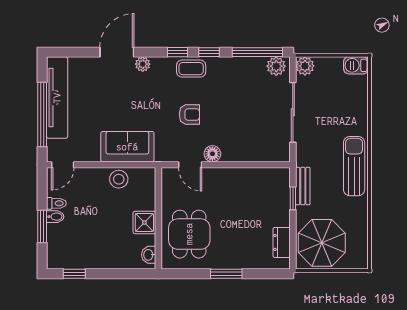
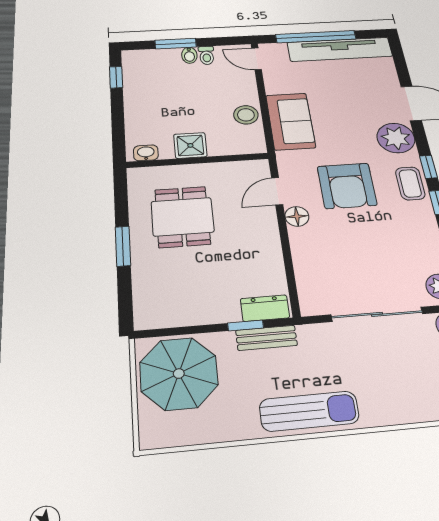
plant: (143, 64) -> (396, 138), width x1.88, depth x1.88
armchair: (189, 114) -> (347, 186), width x1.88, depth x1.88
dining table: (189, 234) -> (182, 217), moved, turned 90
dresser: (282, 242) -> (265, 308), moved

